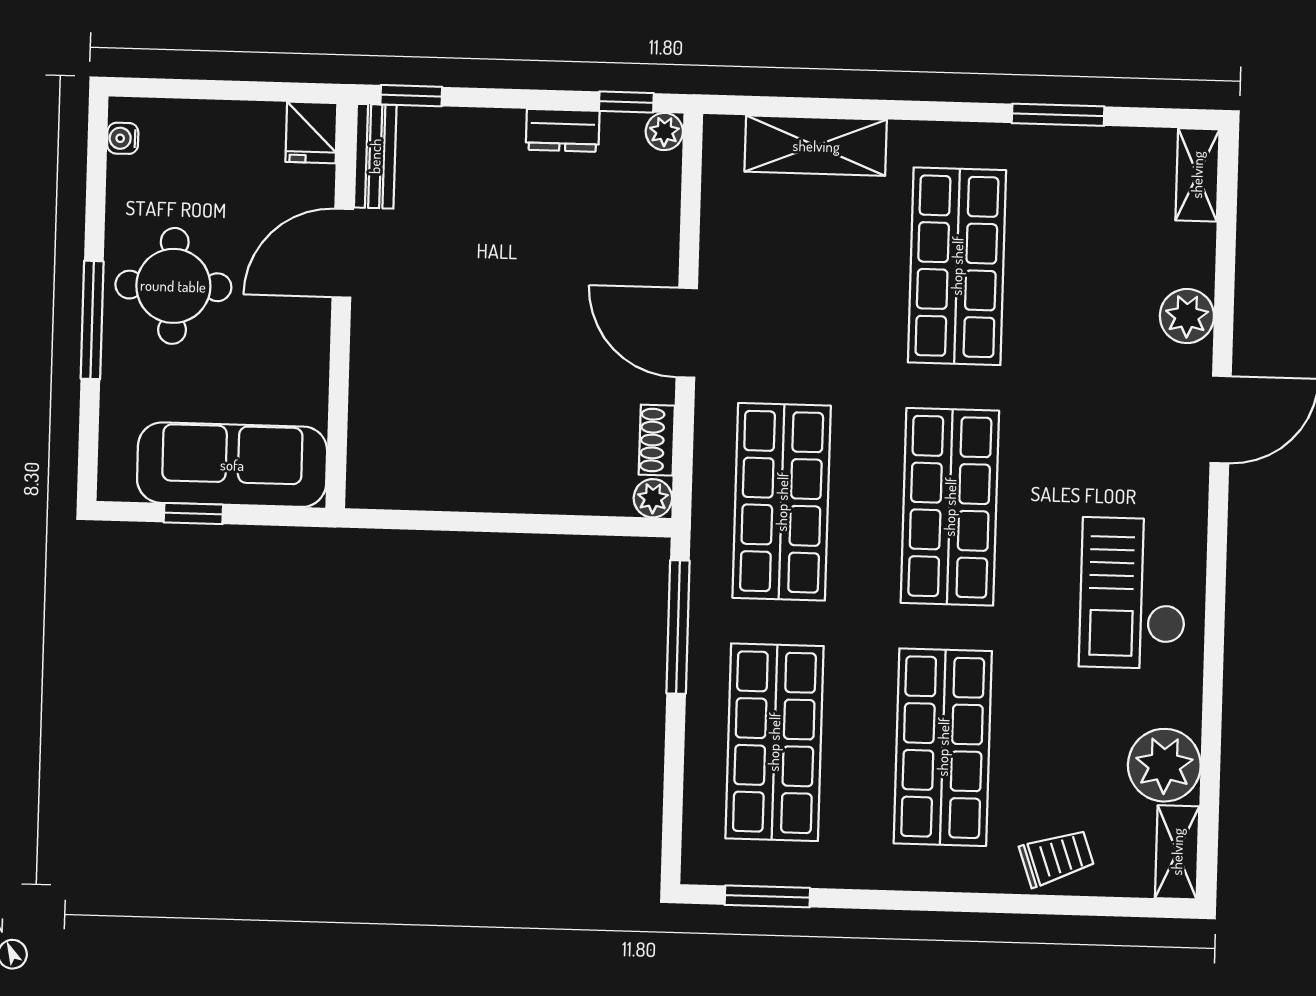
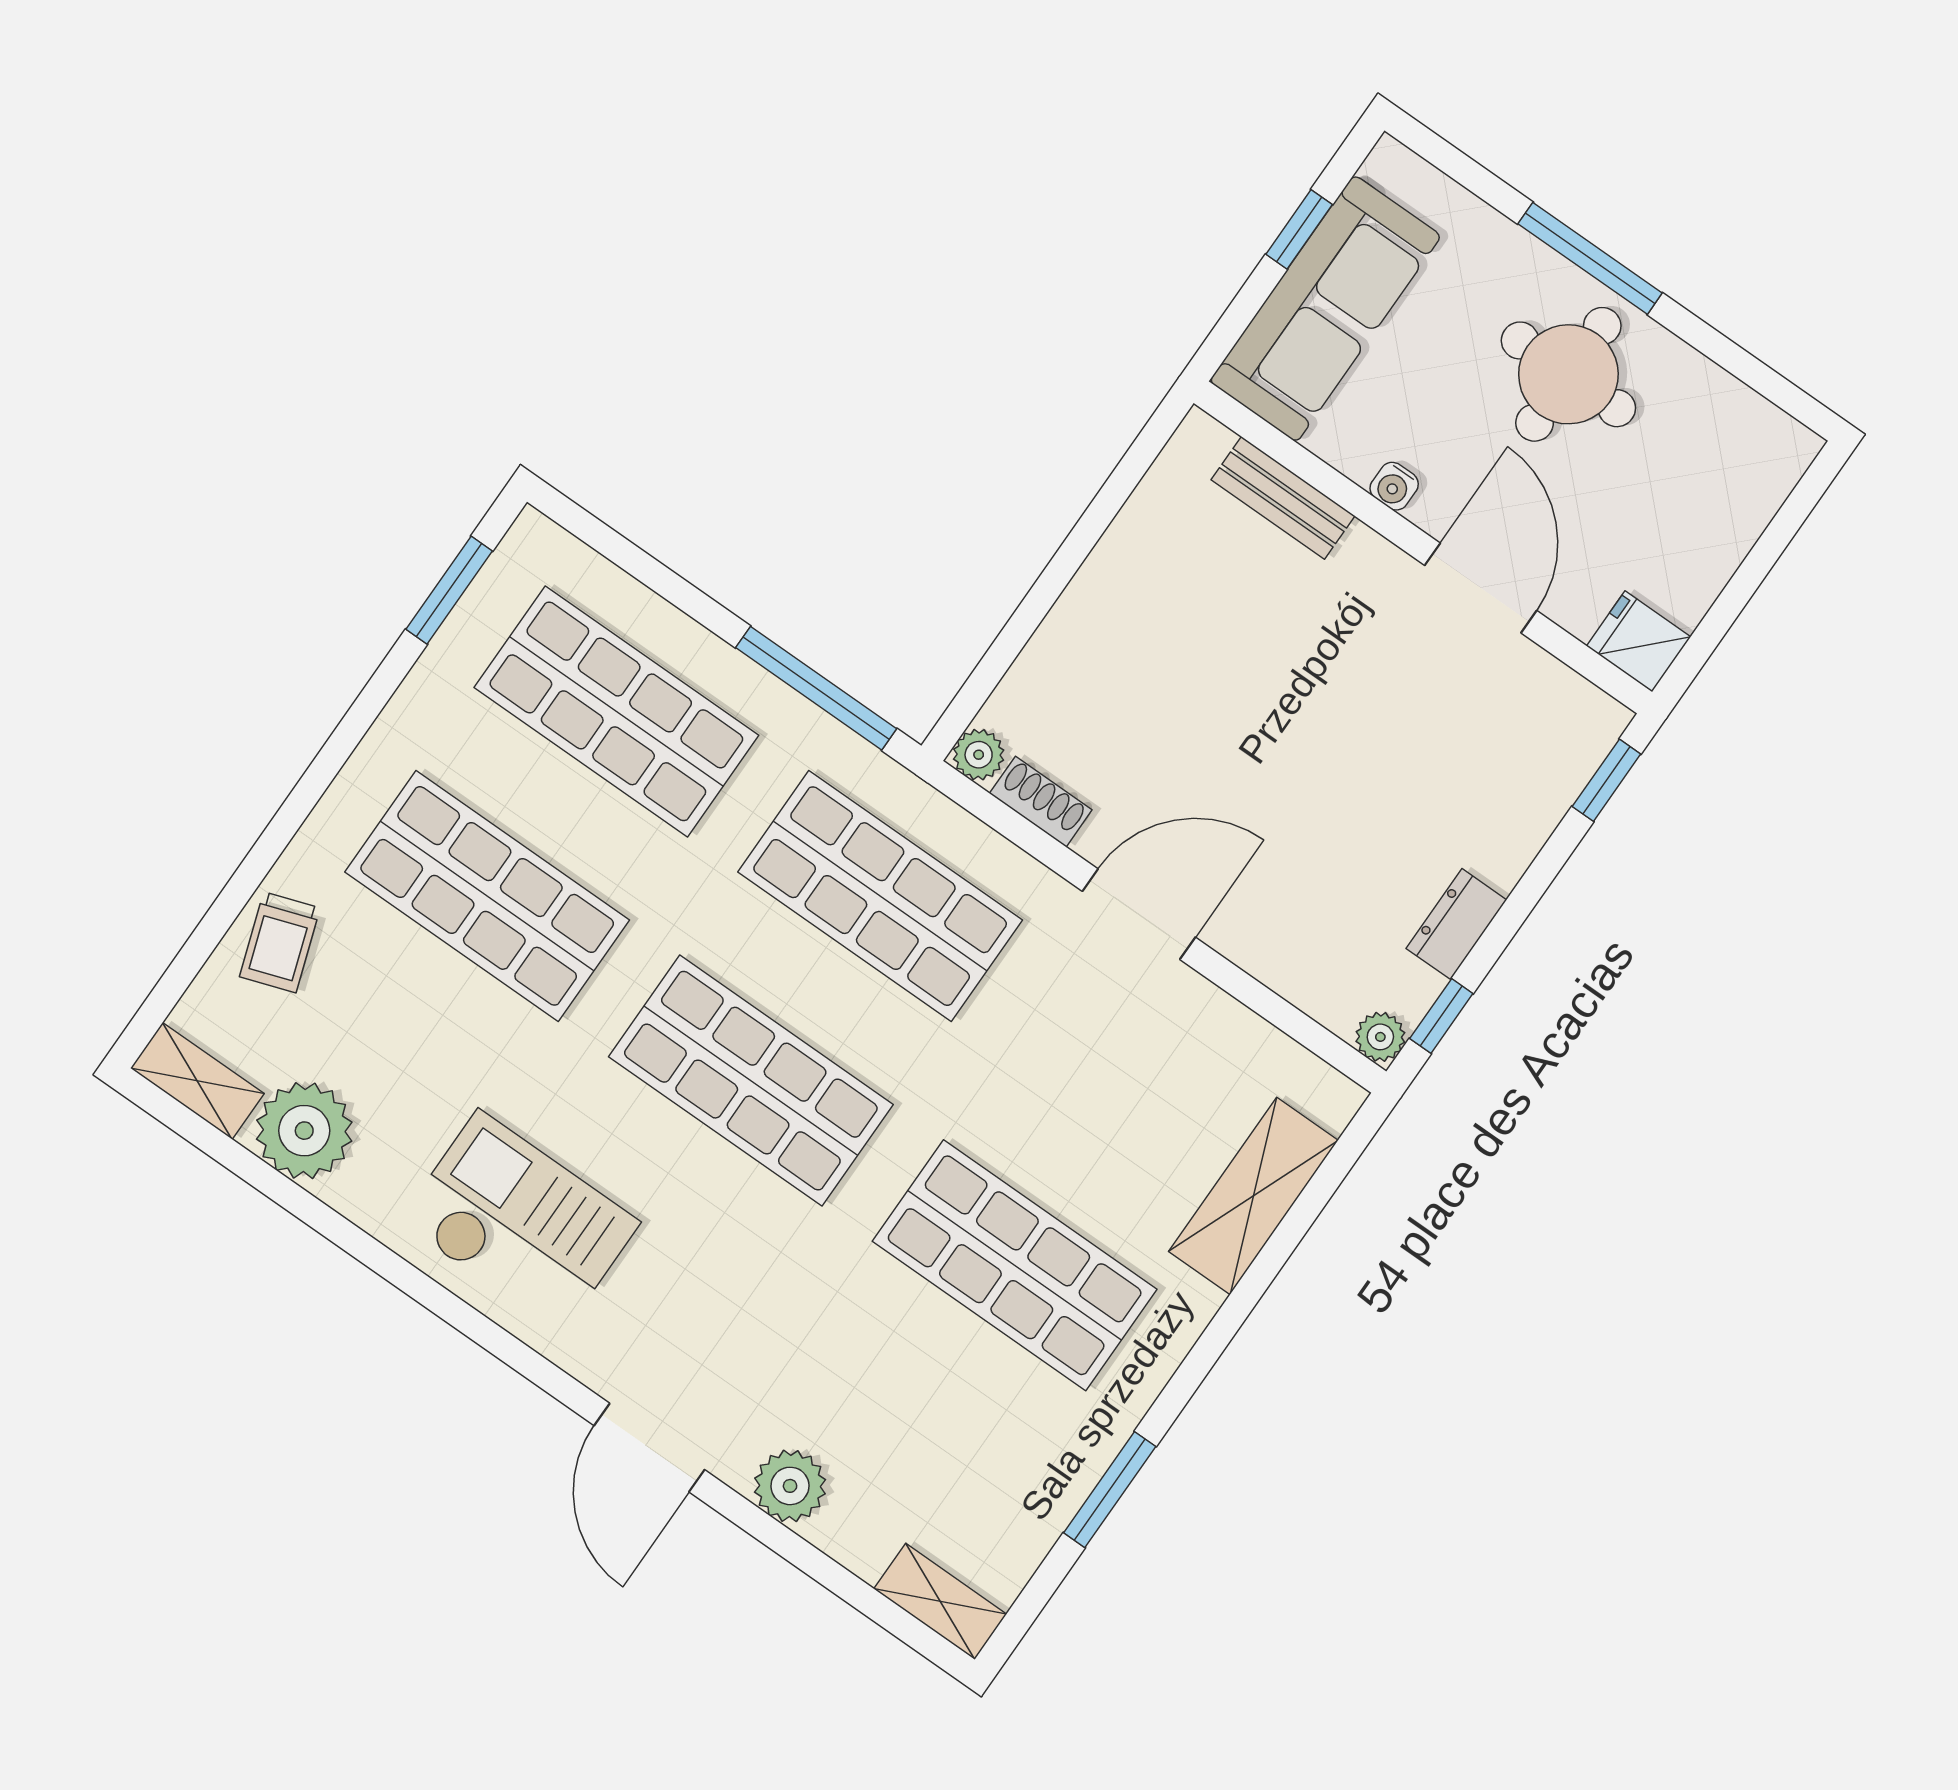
water cooler: (123, 138) -> (1394, 486), moved, turned 180
bench: (375, 156) -> (1283, 498), moved

